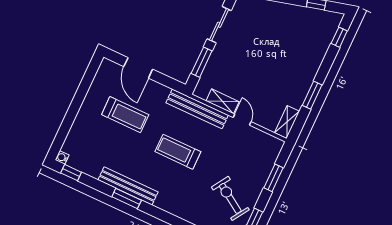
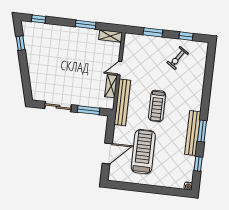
treadmill: (125, 115) -> (143, 152), width x1.37, depth x1.37
window: (71, 173) -> (198, 164), moved
exercise bike: (230, 198) -> (178, 58), width x0.73, depth x0.72

